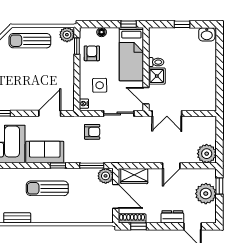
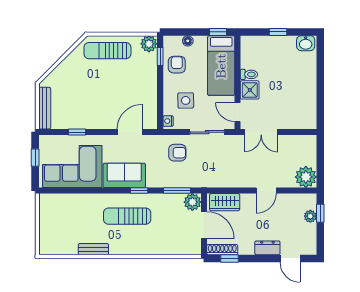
plant: (206, 194) -> (310, 216), width x0.53, depth x0.53

